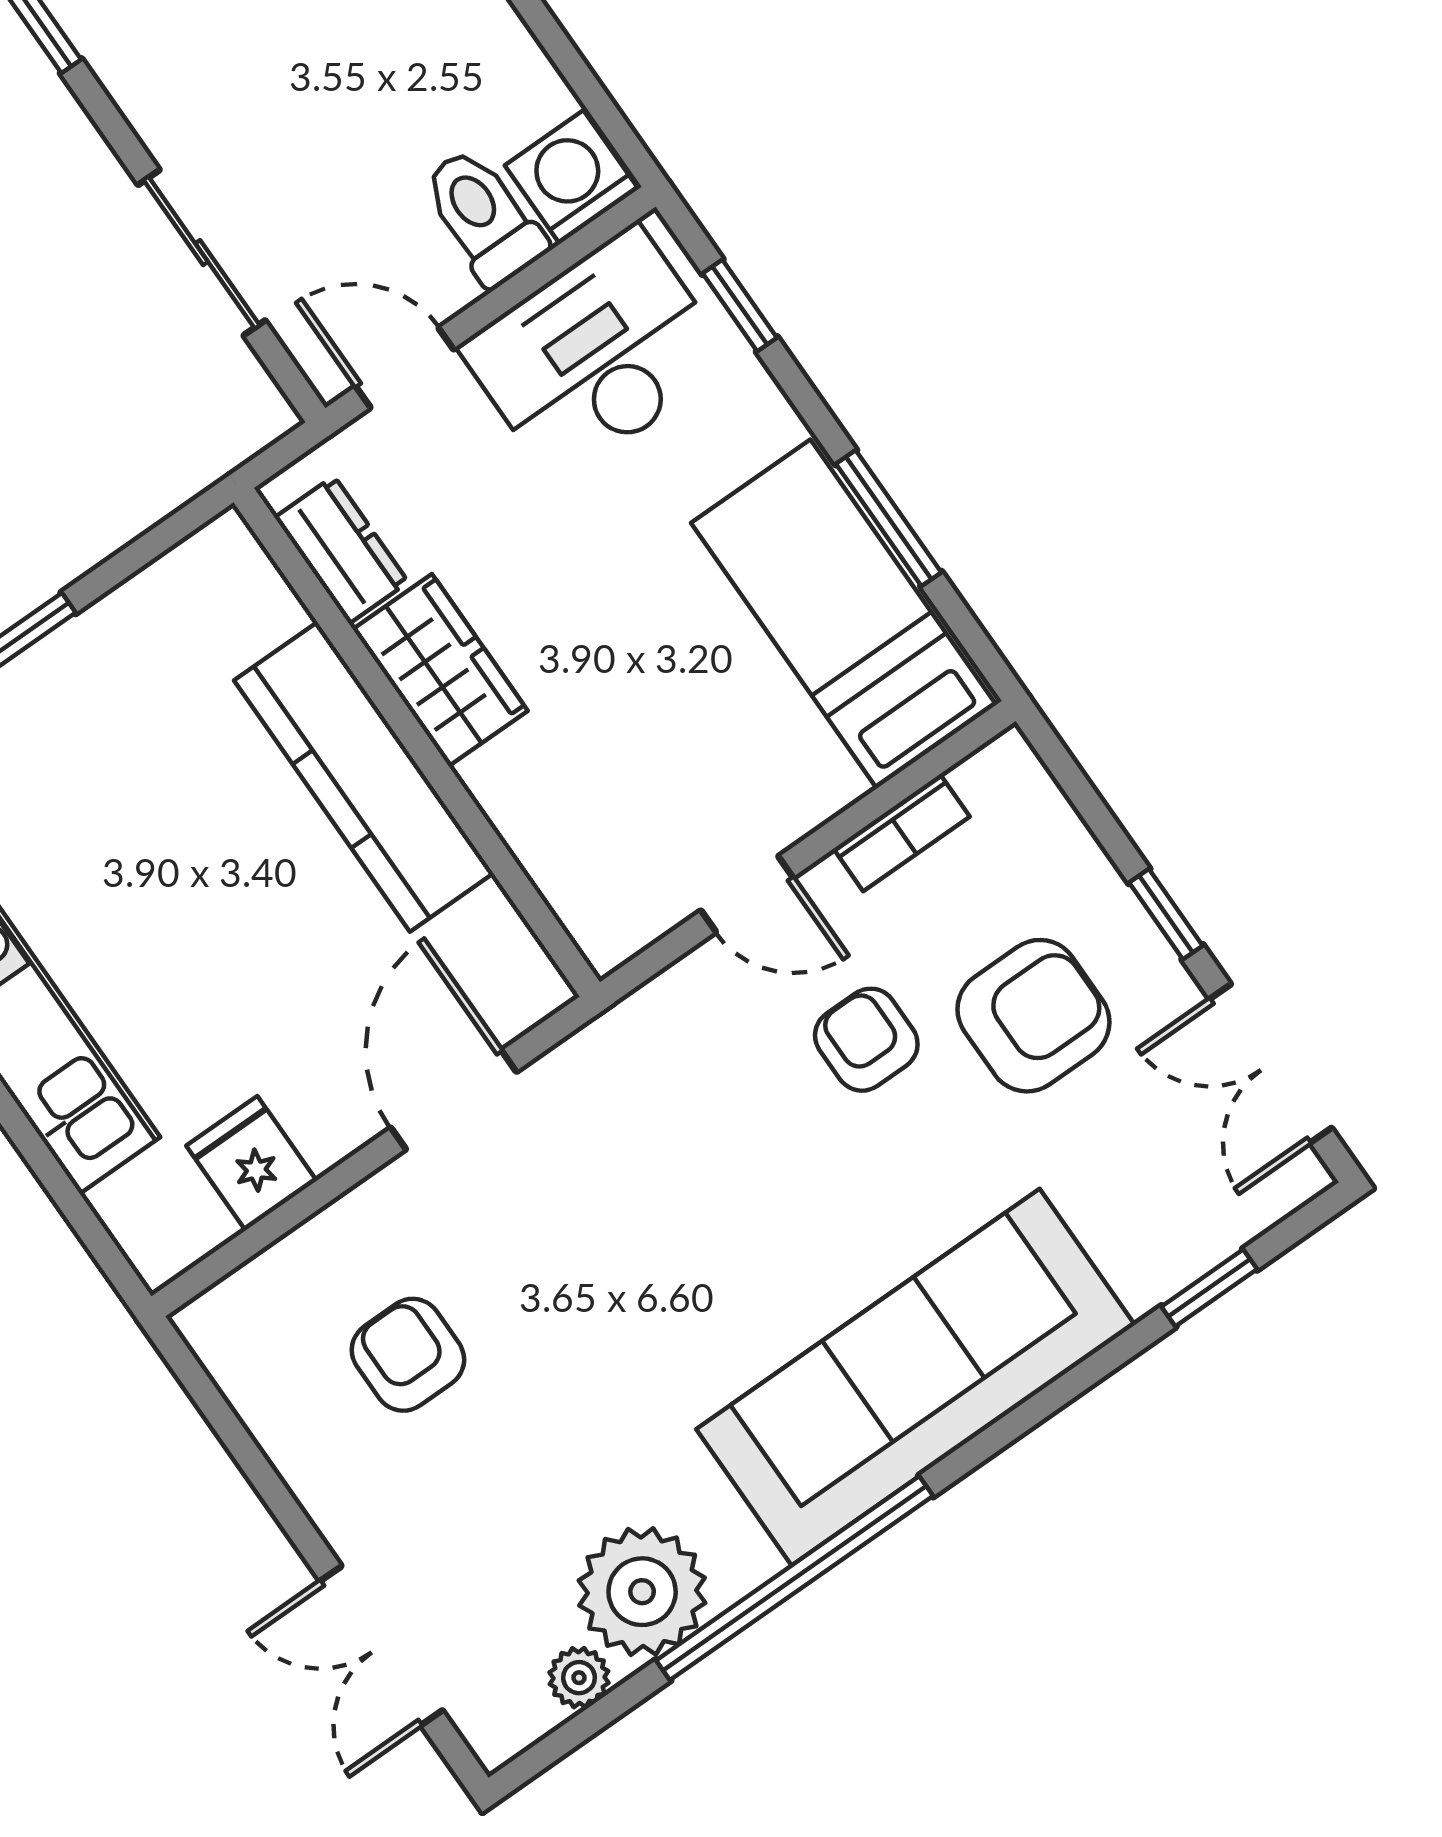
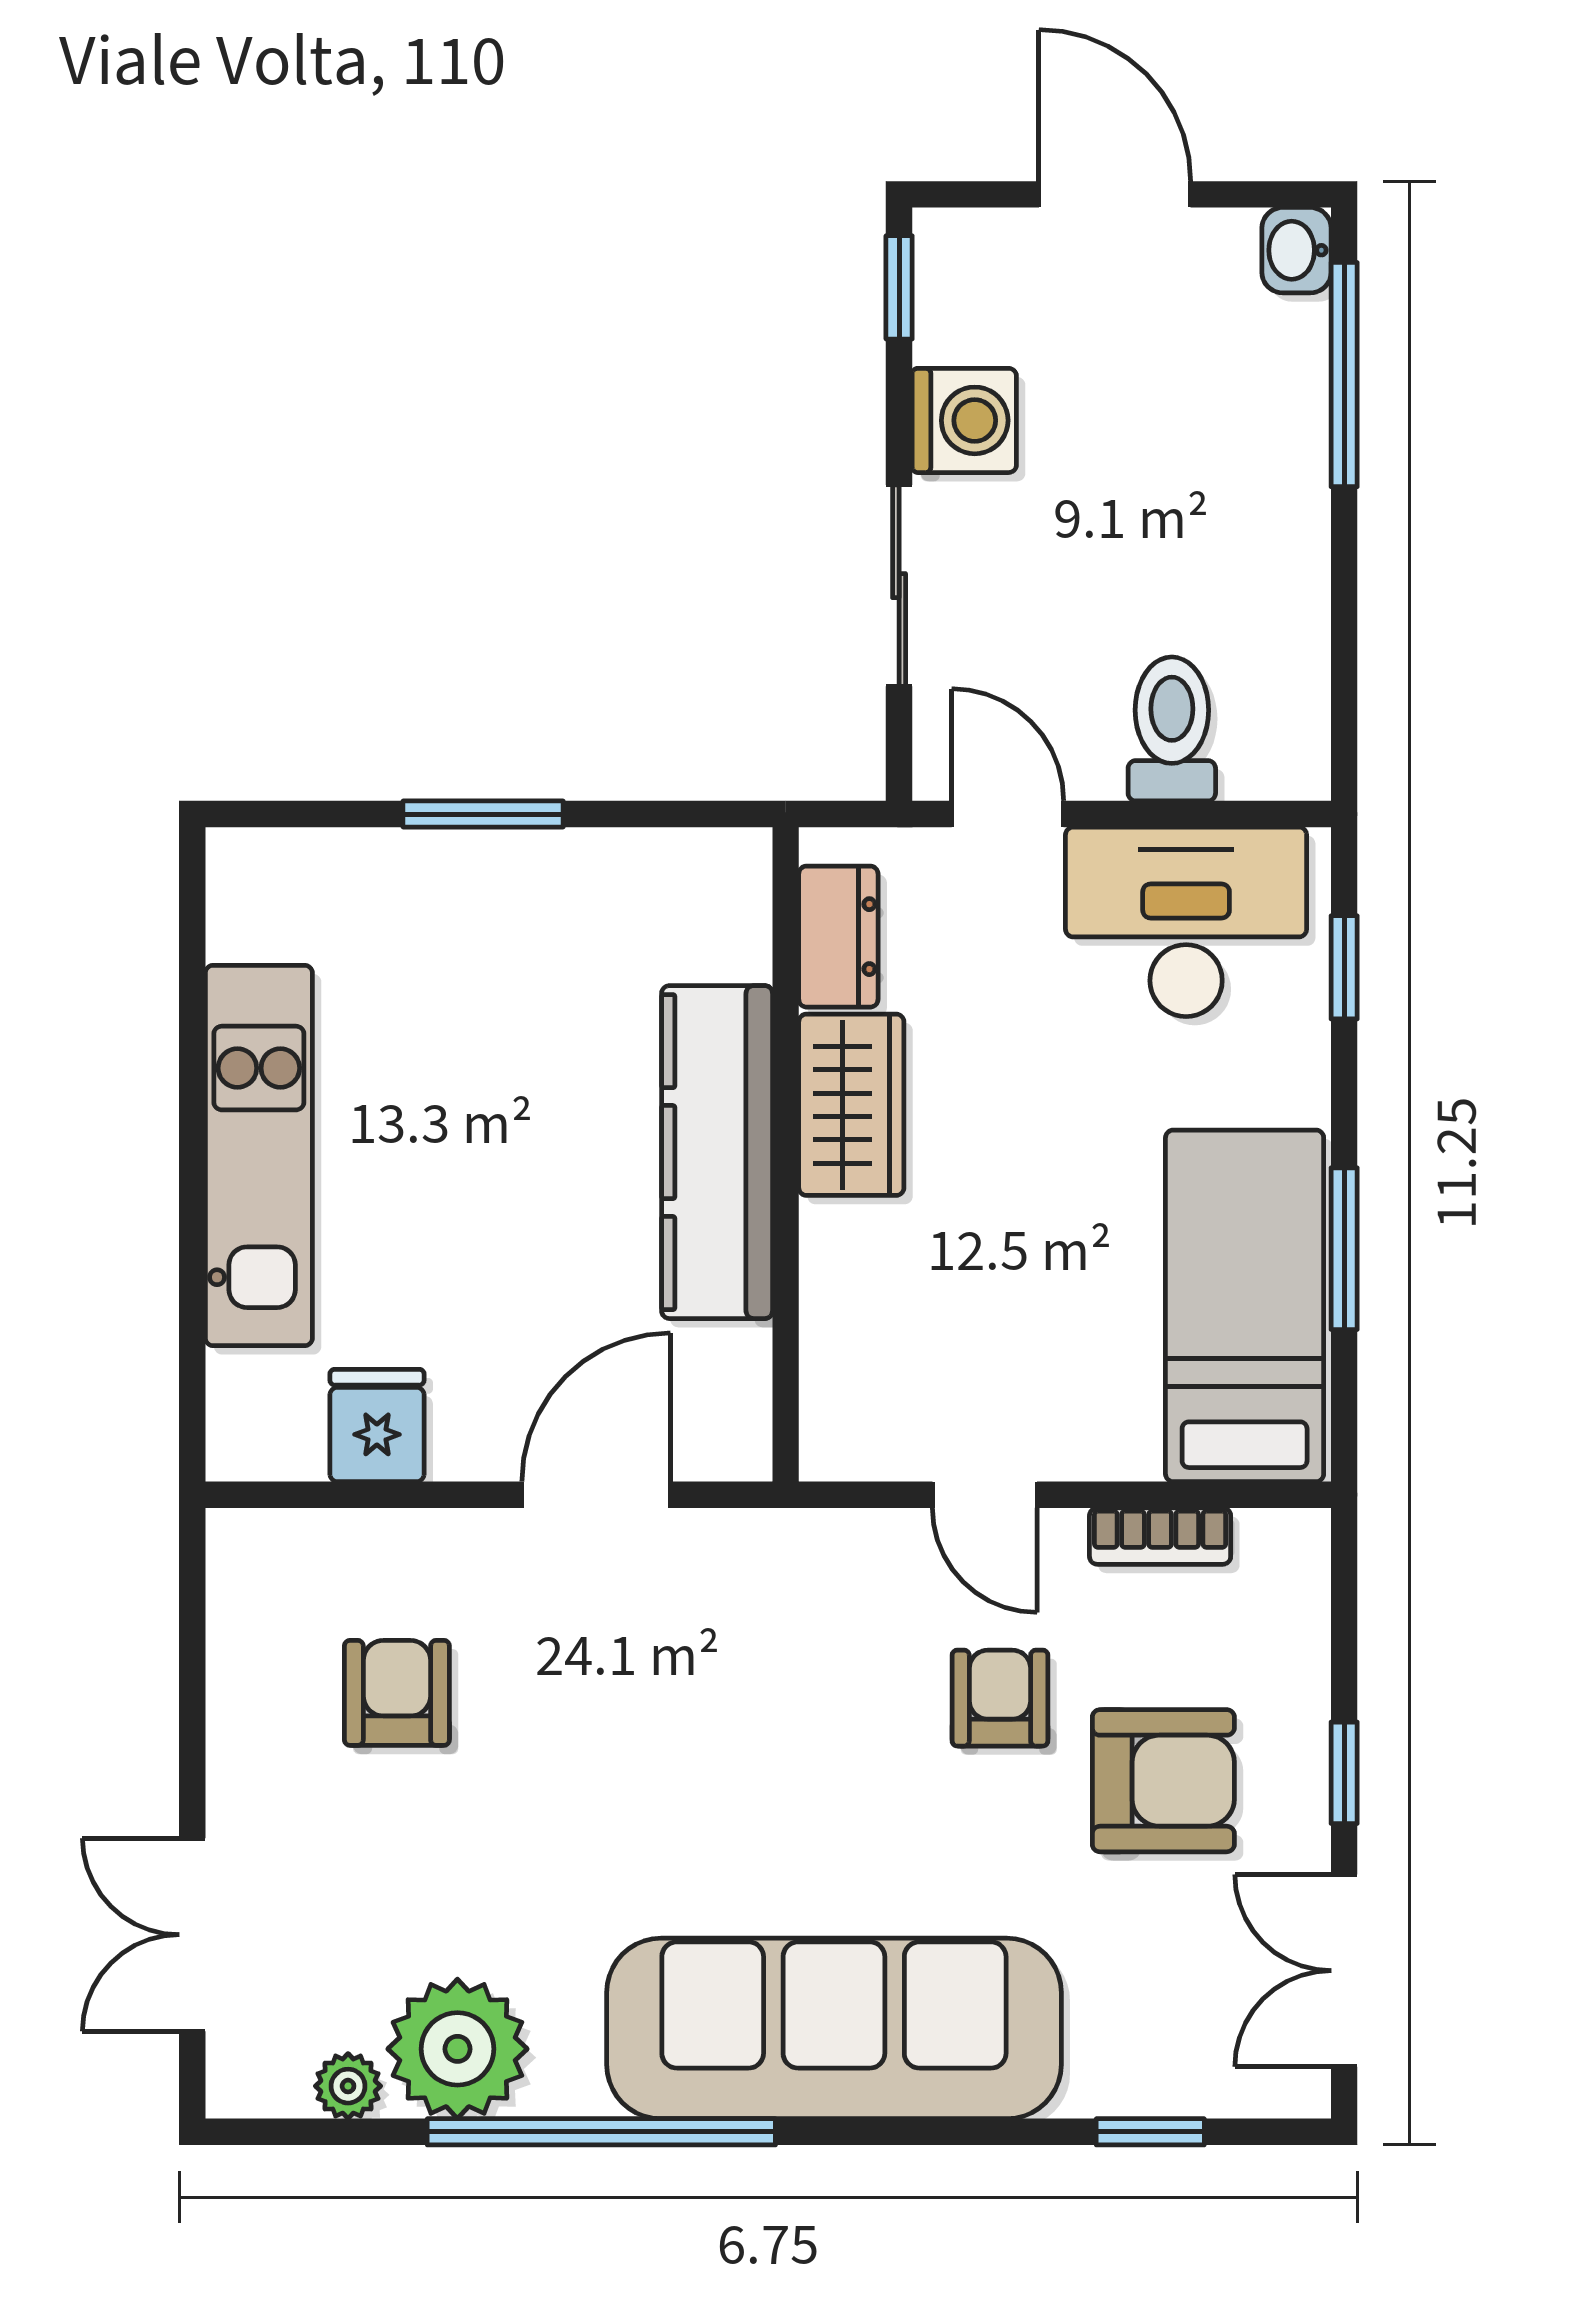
washing machine: (572, 177) -> (964, 420), moved, turned 90

